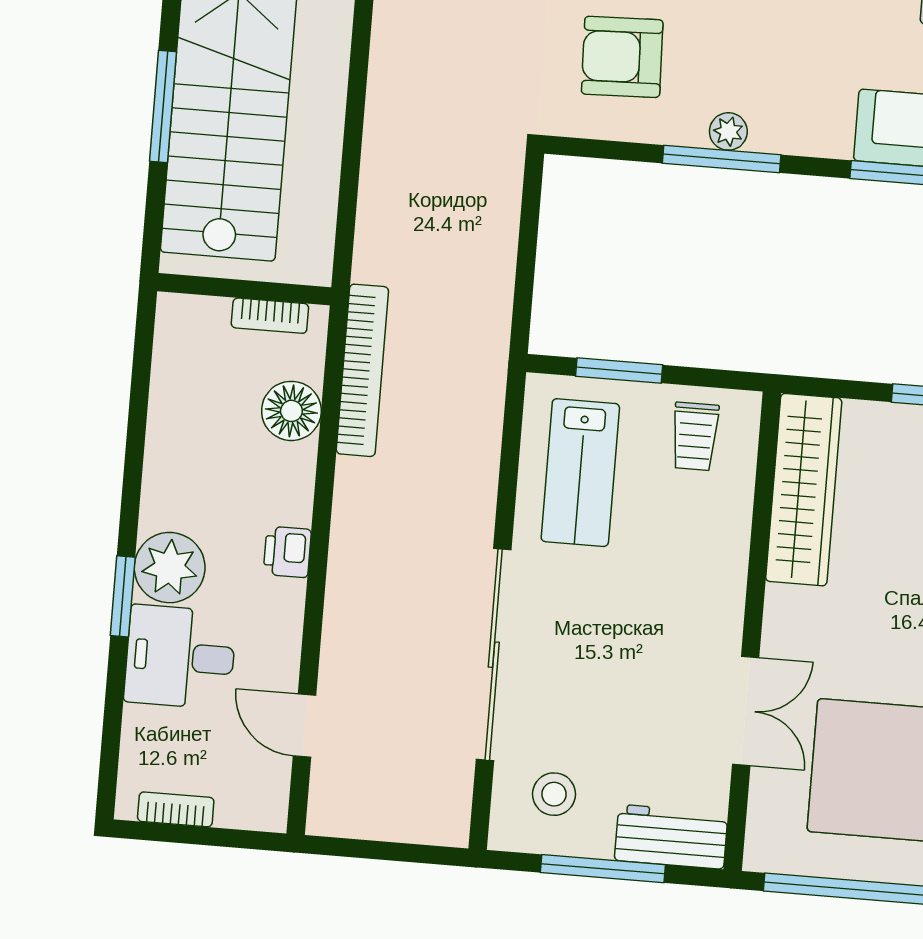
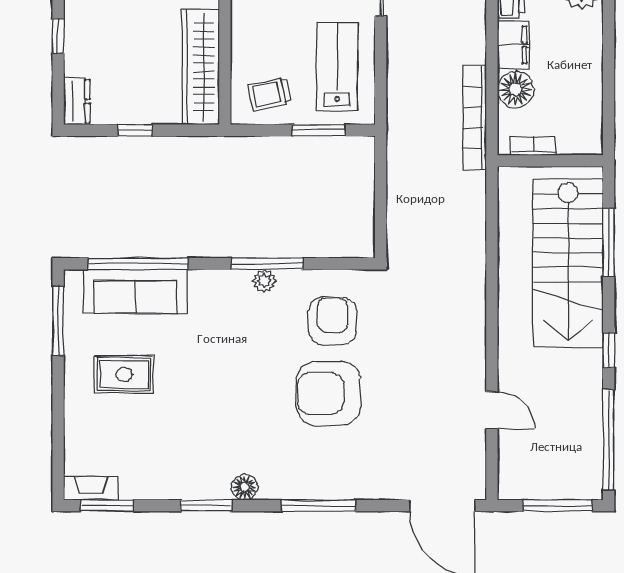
armchair: (622, 57) -> (332, 321), turned -88
window: (163, 106) -> (609, 242), moved
trolley: (695, 436) -> (269, 94), turned -101
filing cabinet: (289, 484) -> (513, 45), added

